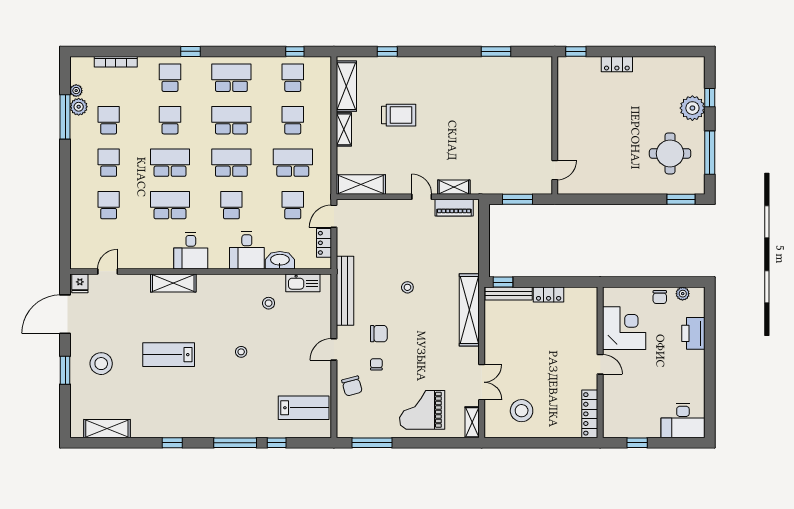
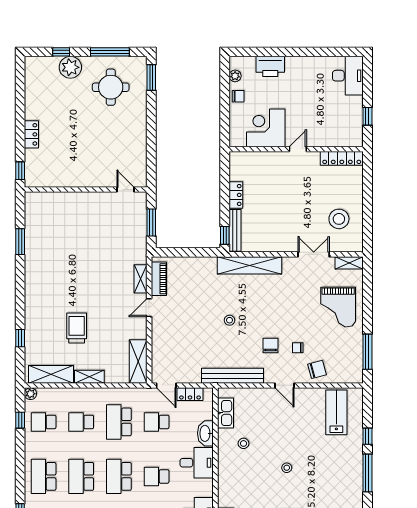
plant: (325, 63) -> (30, 394), added

